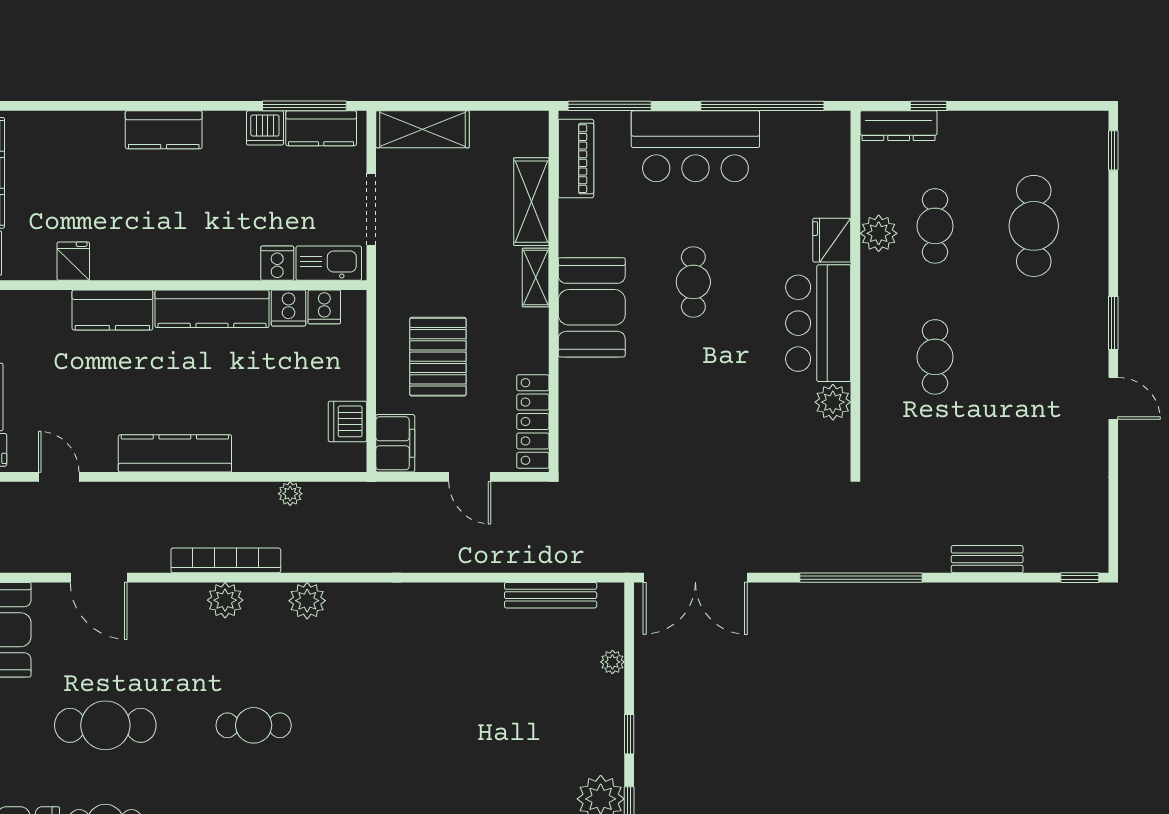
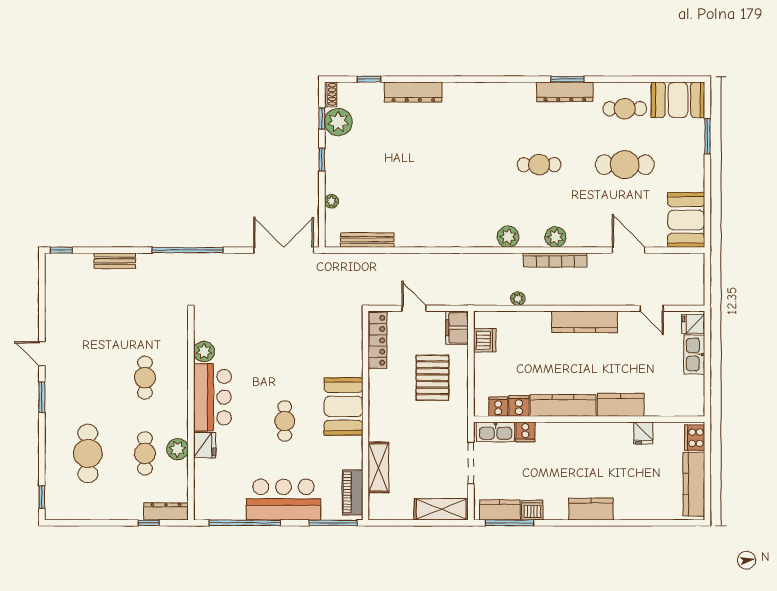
shelving: (536, 277) -> (376, 424), removed

